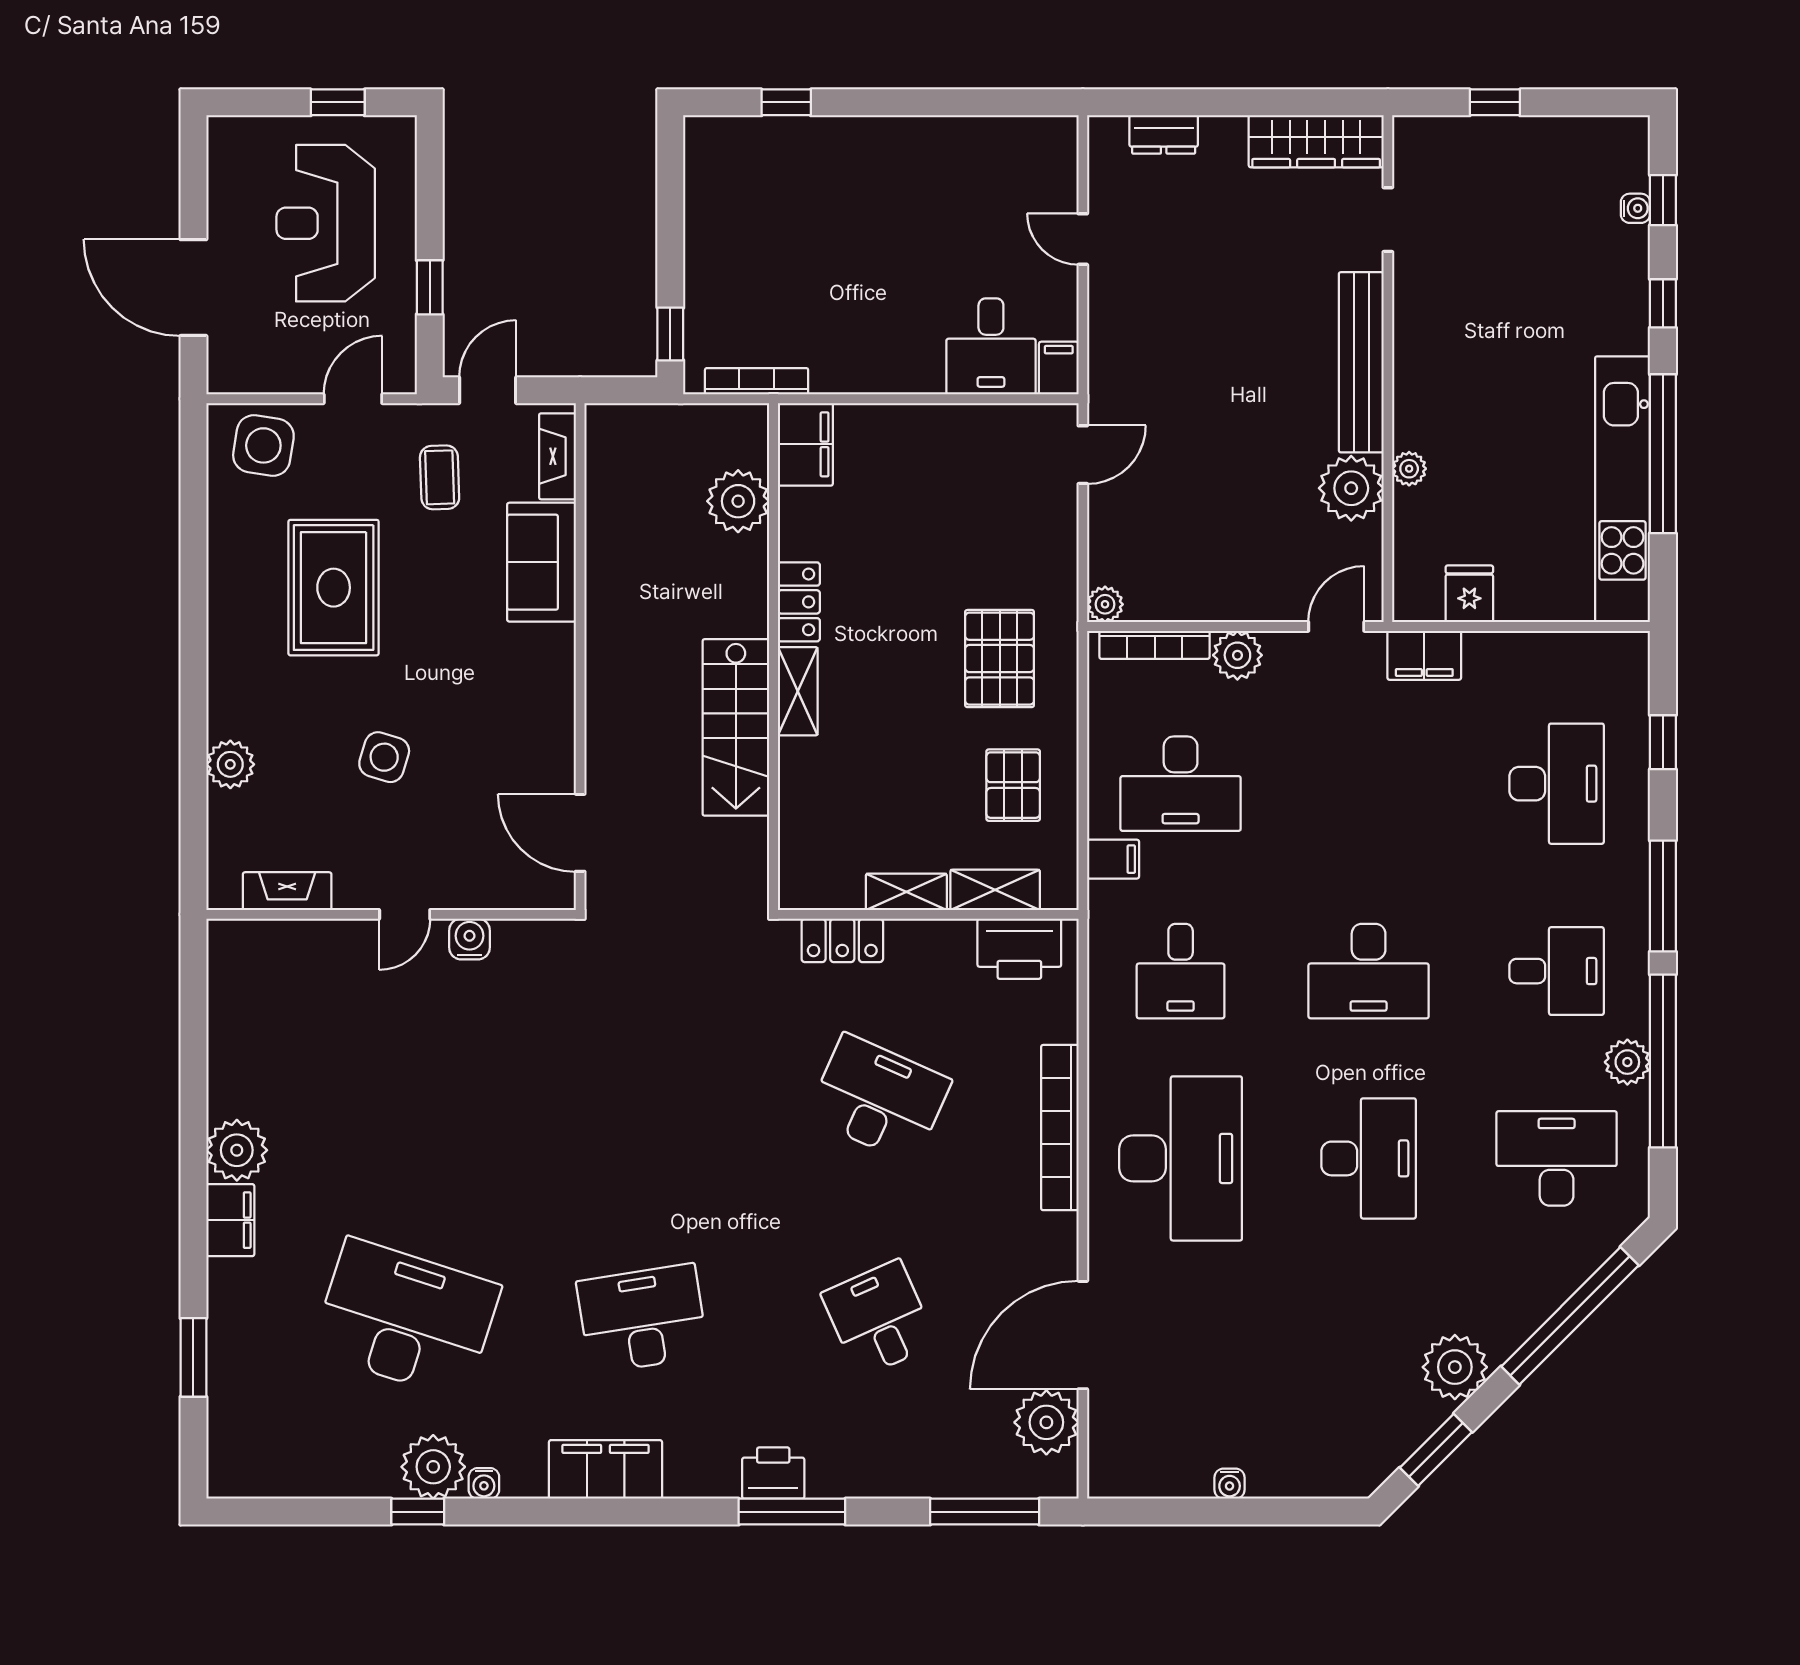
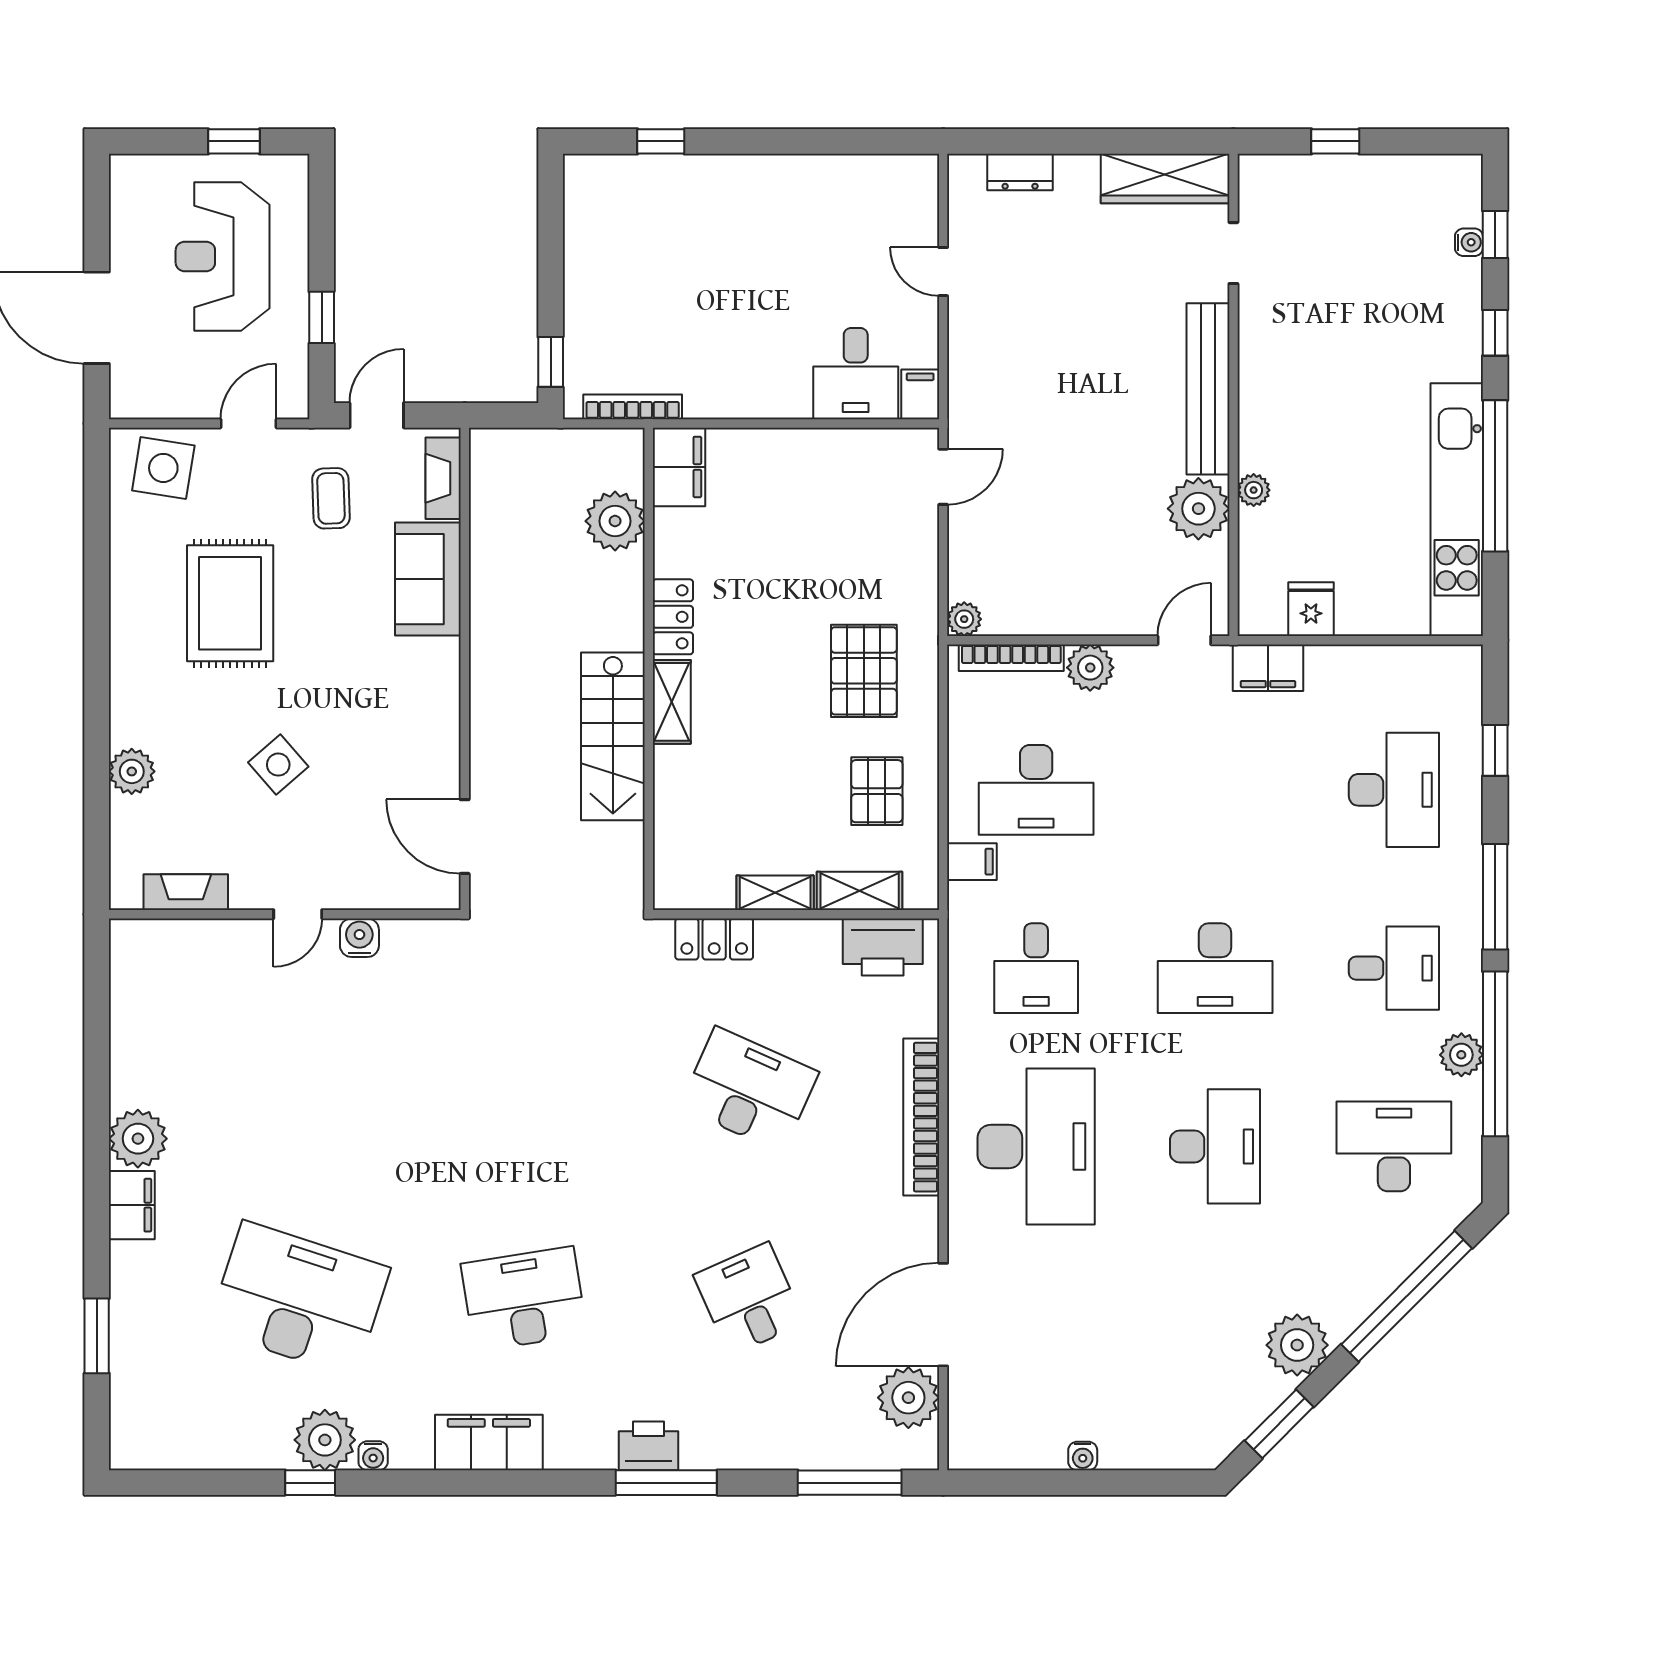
side table: (384, 757) -> (278, 765), turned 32

